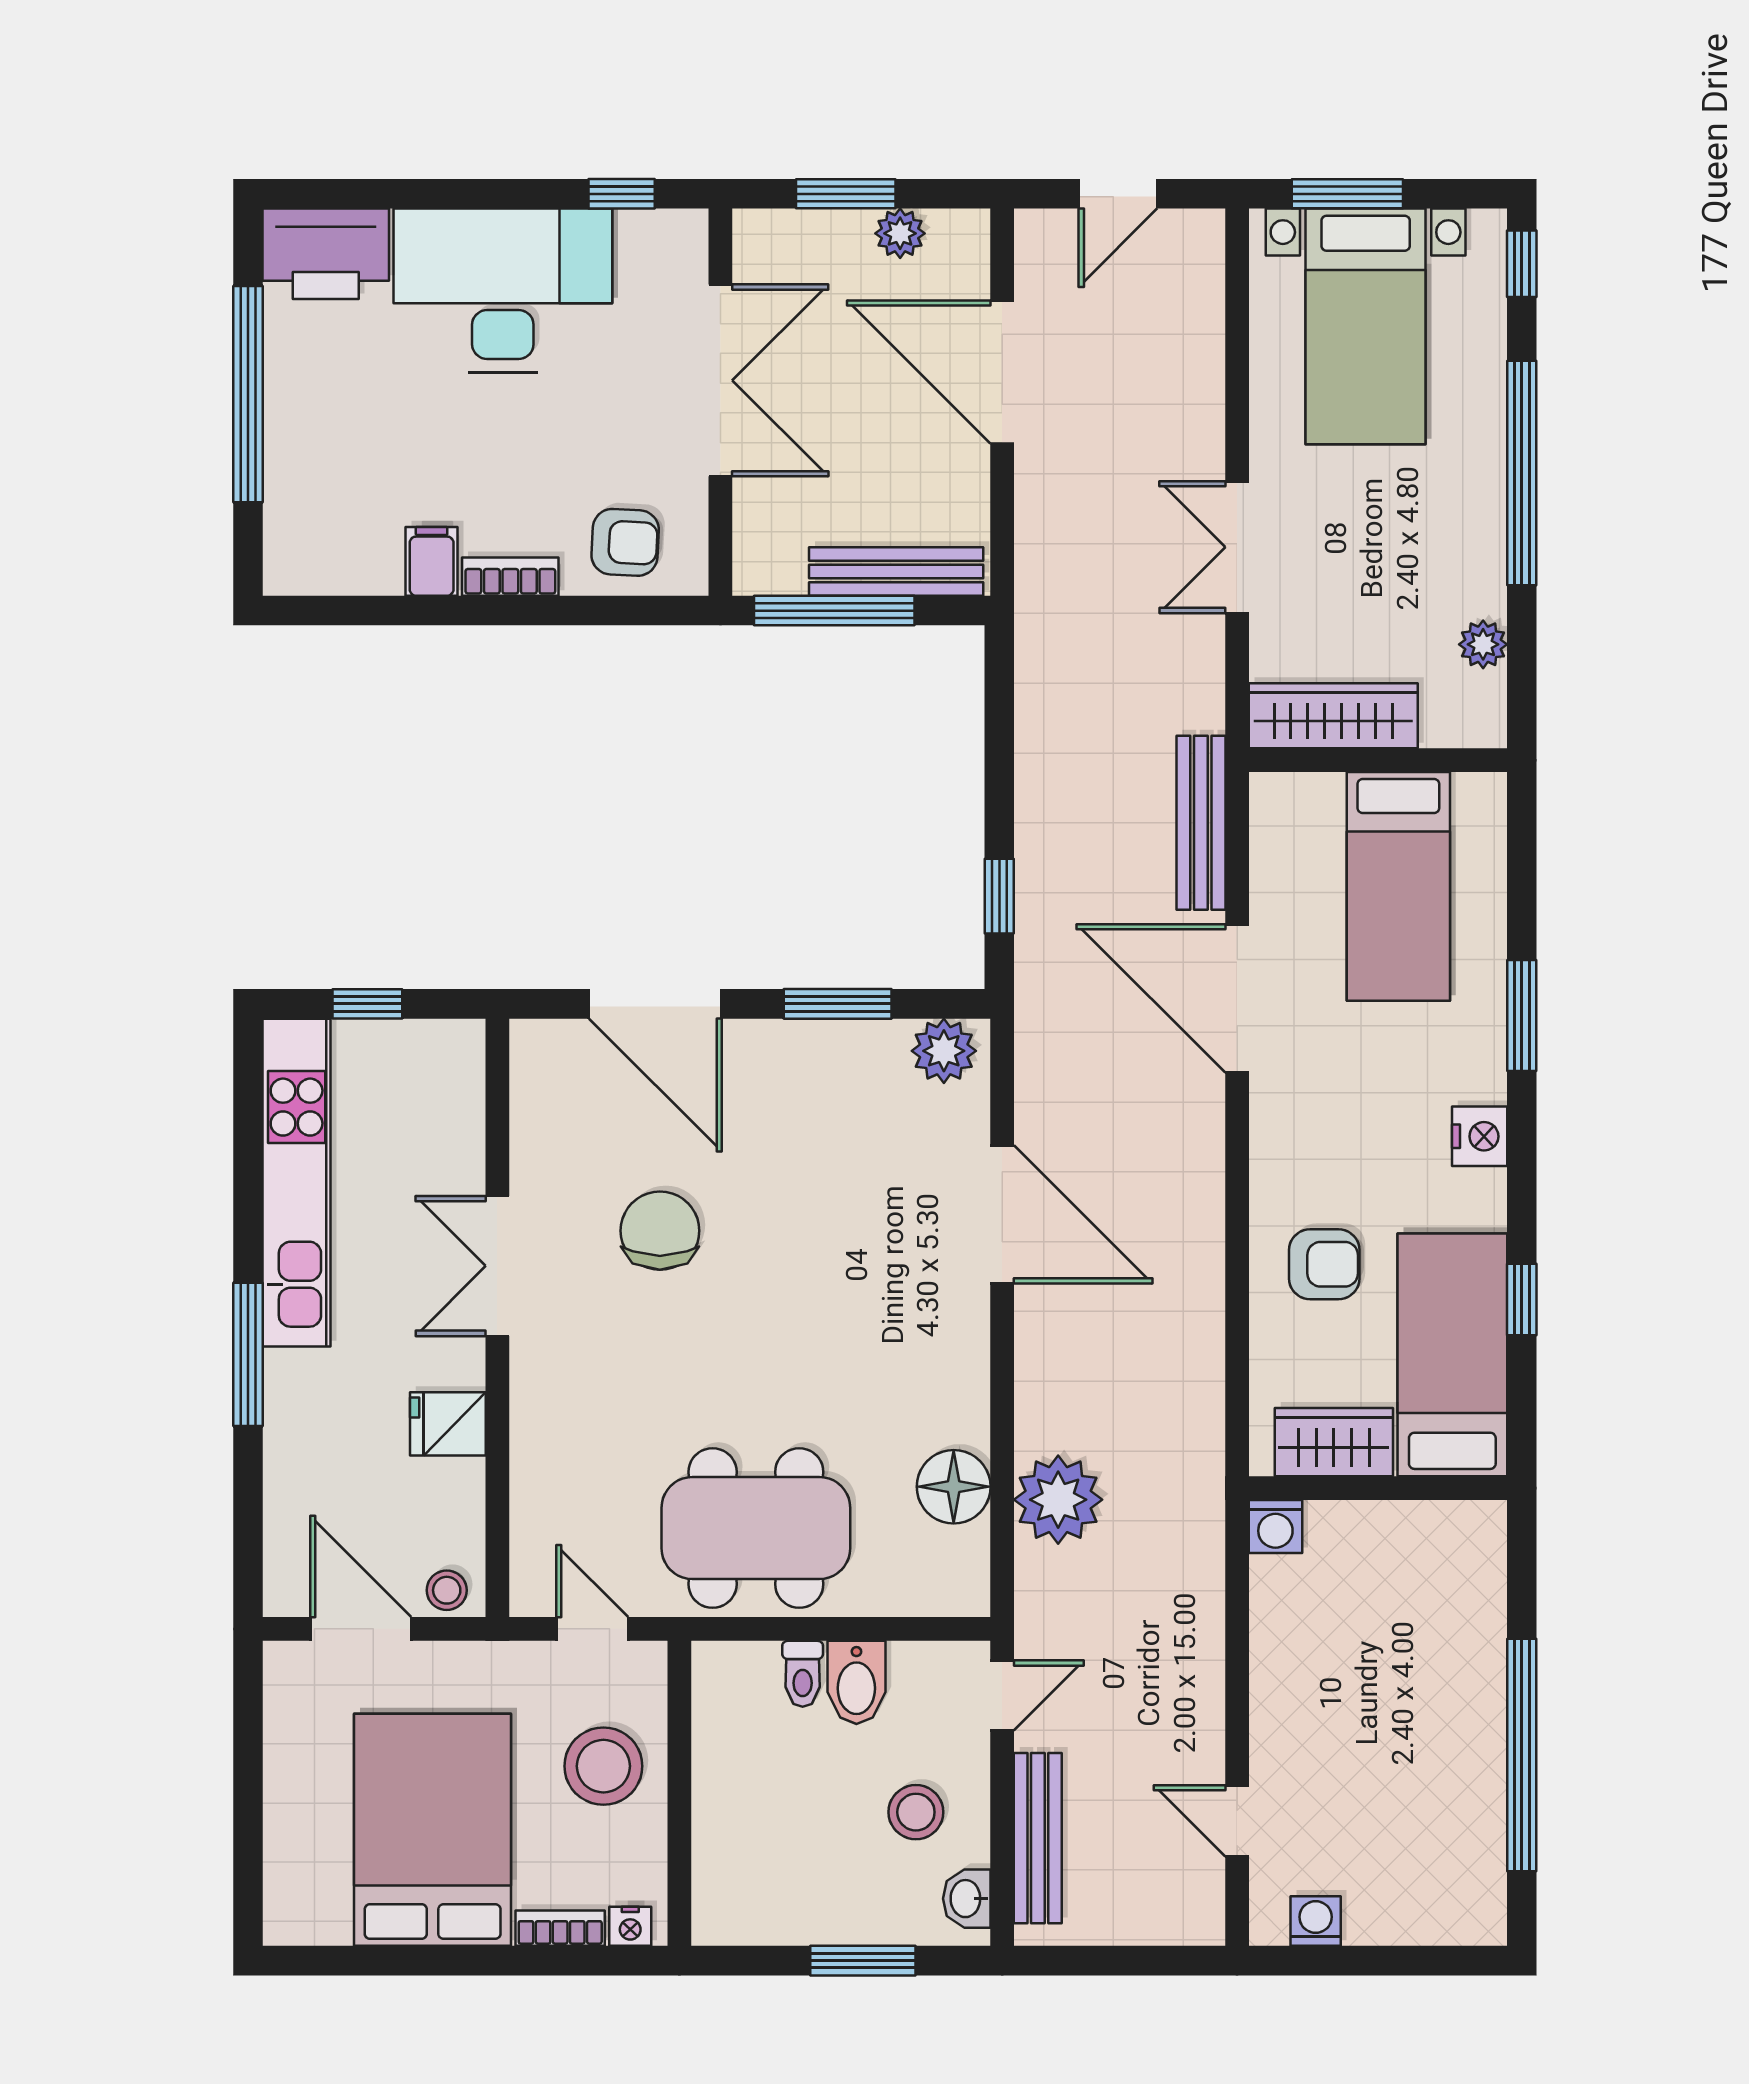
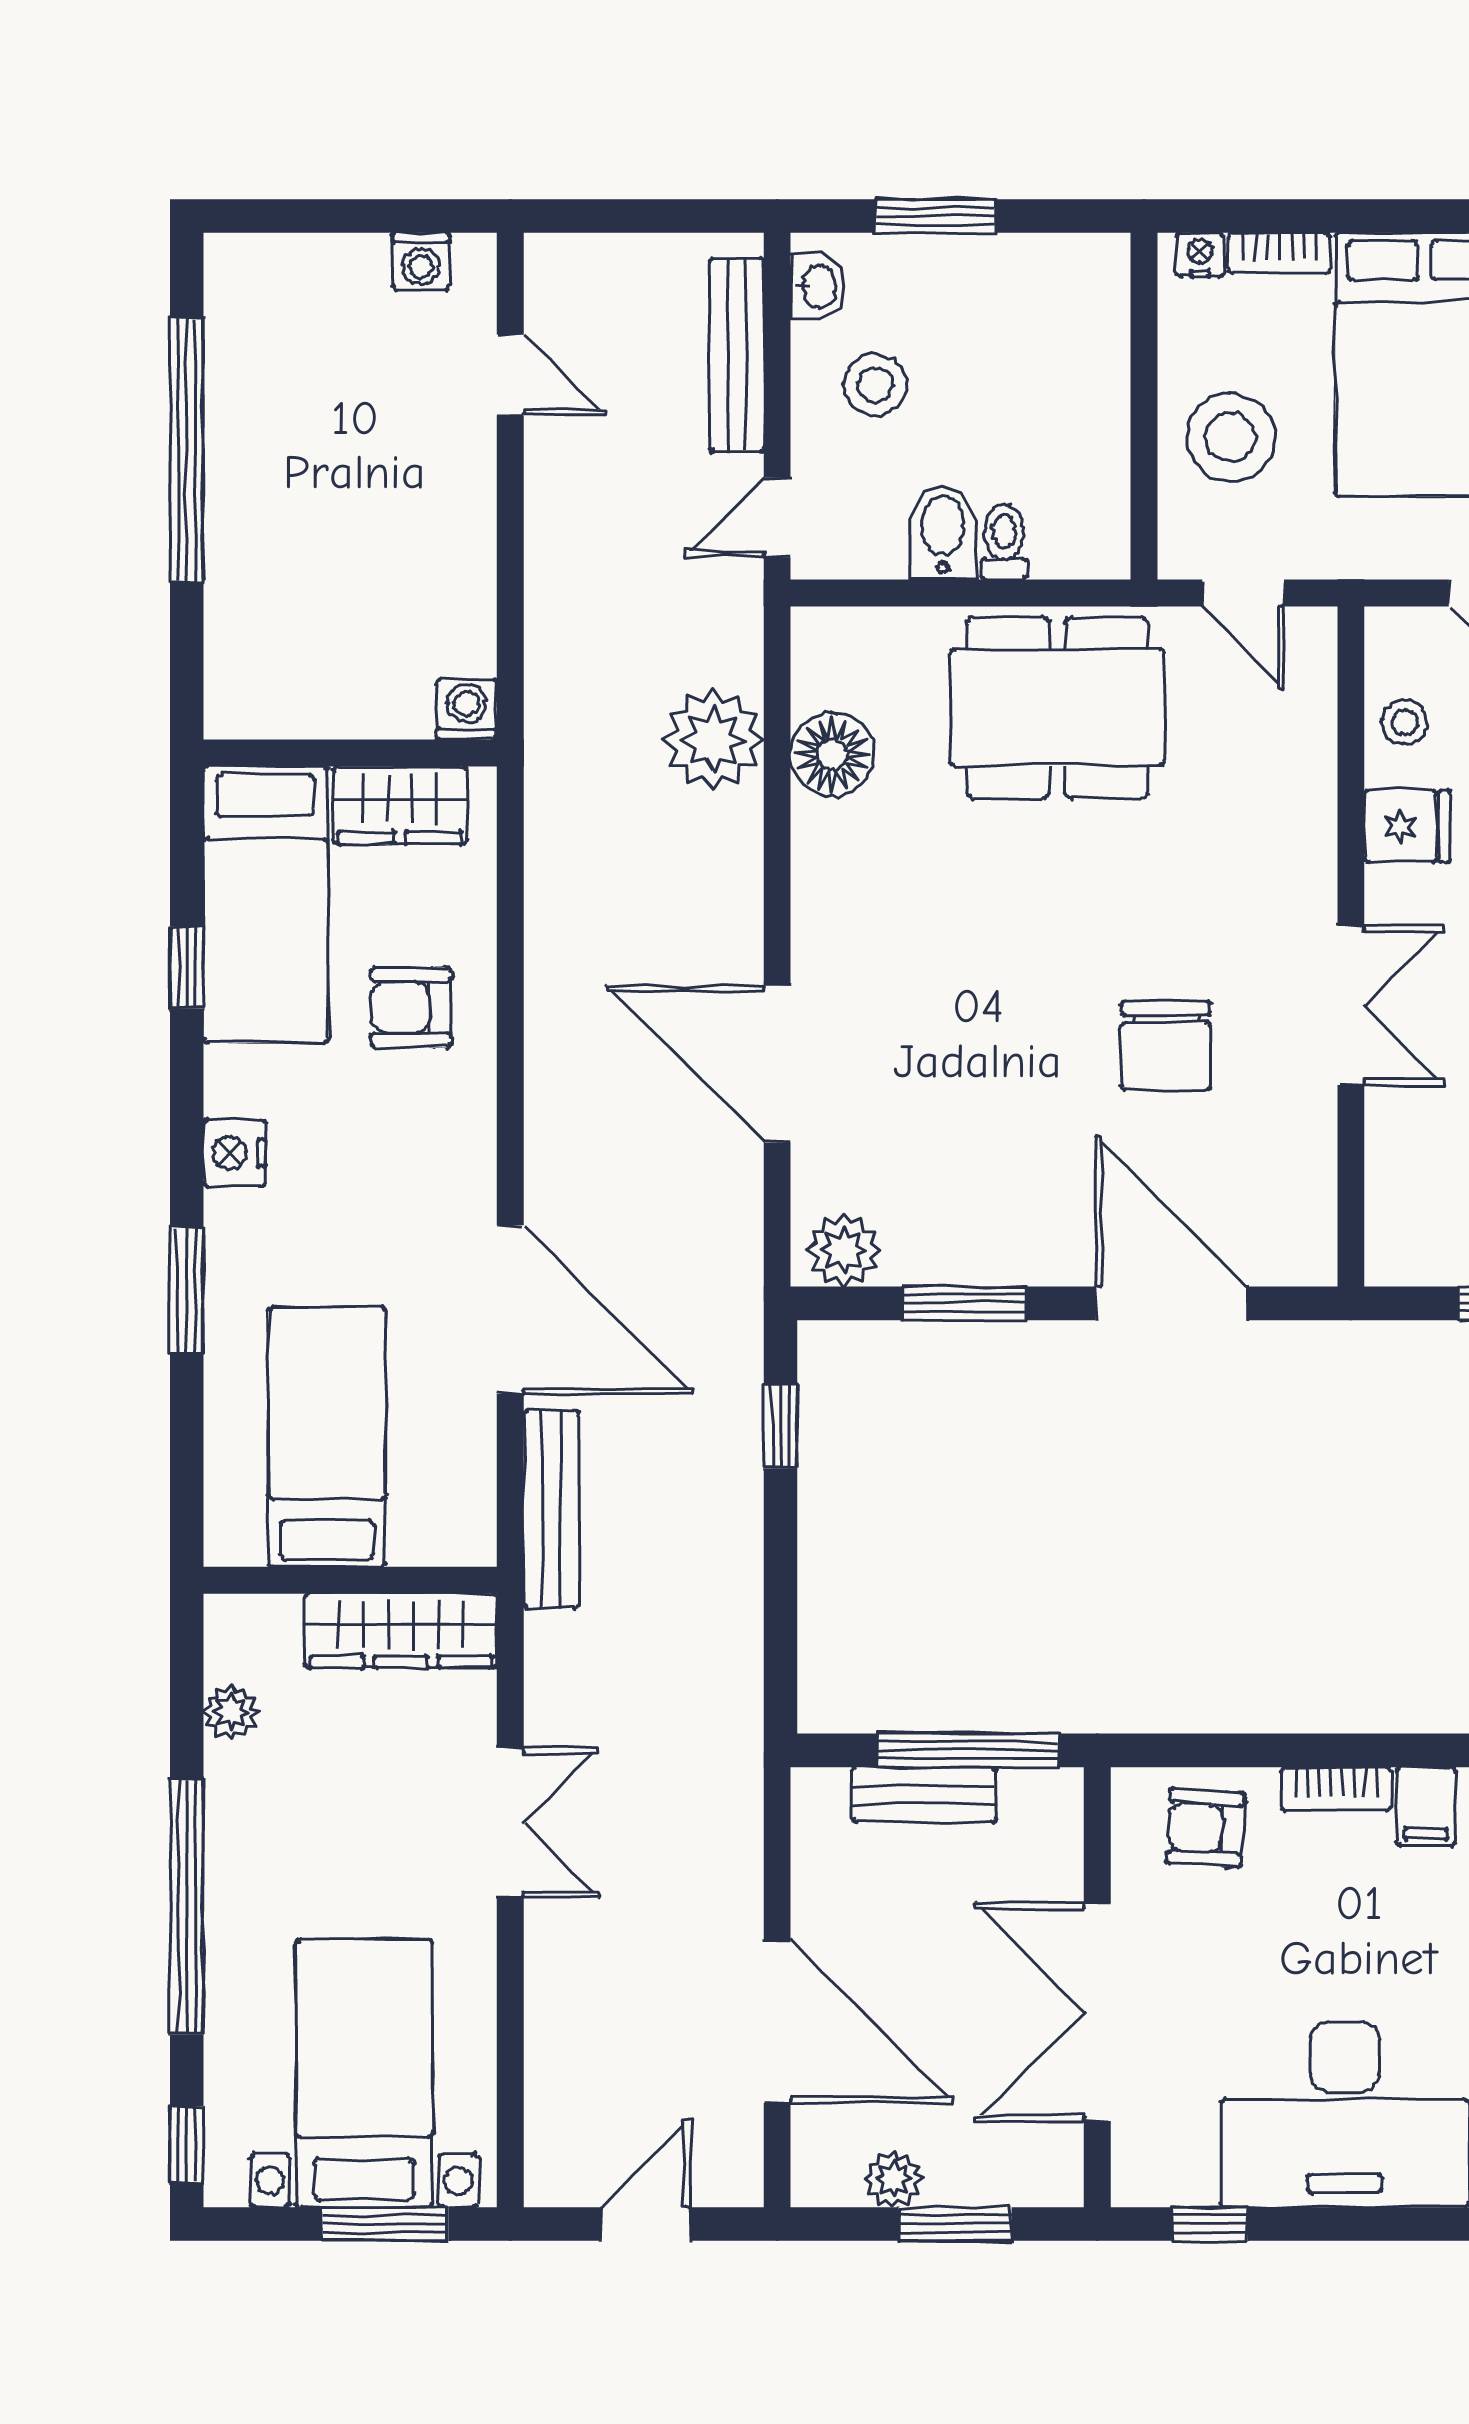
bench: (896, 572) -> (924, 1795), width x0.73
stool: (447, 1590) -> (1405, 722), moved

